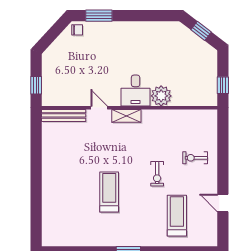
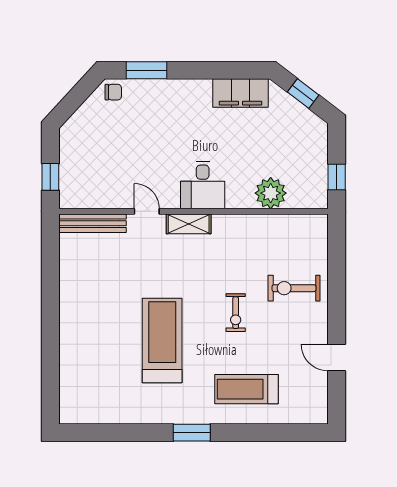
filing cabinet: (160, 31) -> (241, 93), added
plant: (161, 96) -> (271, 193), moved
exercise bike: (195, 158) -> (294, 288), width x1.38, depth x1.39
treadmill: (109, 192) -> (162, 340), width x1.37, depth x1.38
treadmill: (177, 216) -> (246, 389), moved, turned -90

